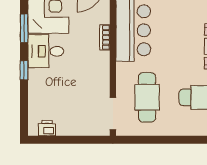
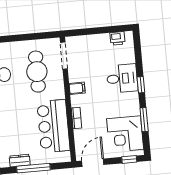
desk: (46, 51) -> (122, 78), moved
filing cabinet: (101, 73) -> (77, 88), added

